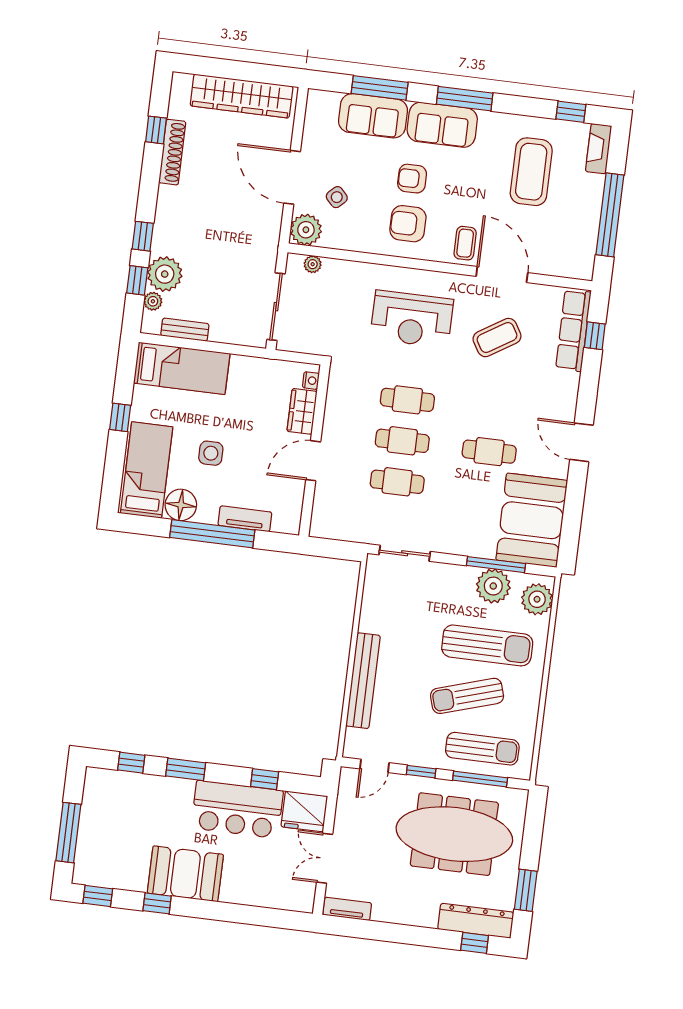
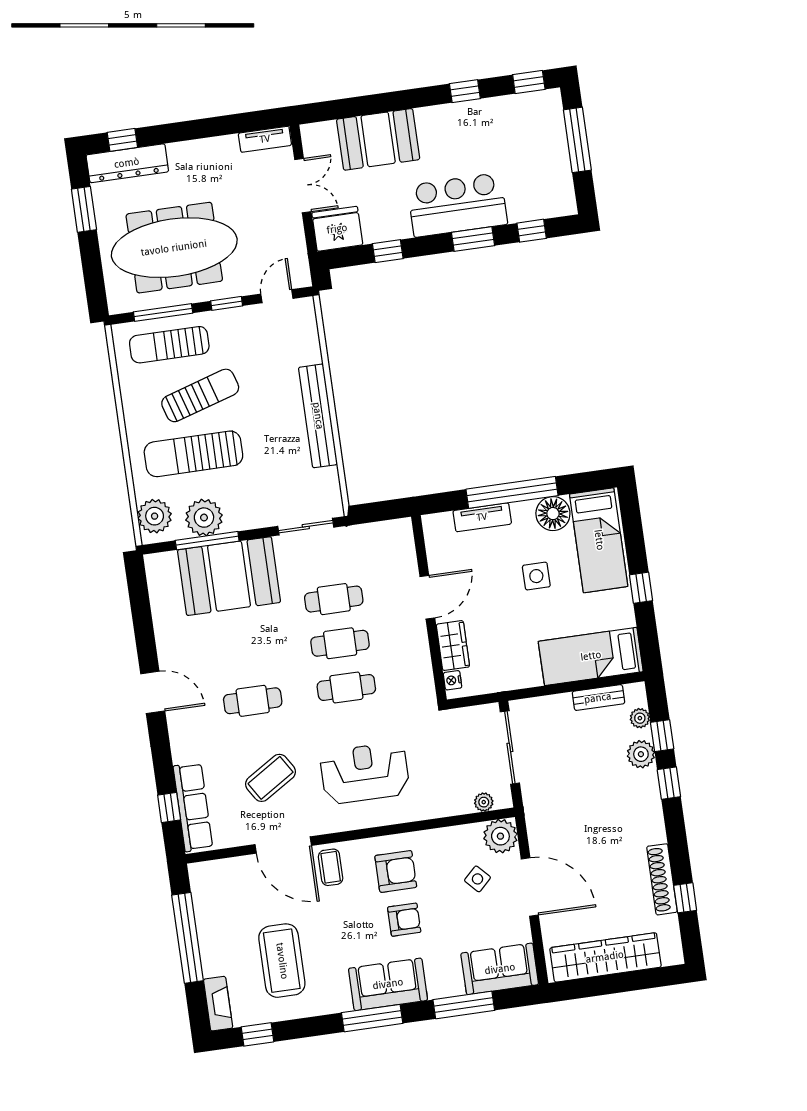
sofa: (373, 116) -> (500, 969), moved
plant: (165, 274) -> (641, 754), width x0.73, depth x0.73
cafe table: (489, 452) -> (253, 701), moved
booth: (532, 520) -> (229, 576), moved, turned 90
bench: (363, 681) -> (318, 416), moved
bar counter: (237, 809) -> (457, 205), moved
booth: (185, 874) -> (378, 139), moved

